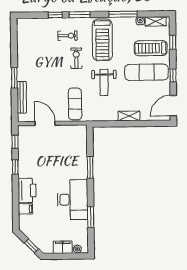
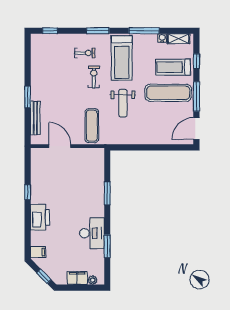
window: (55, 15) -> (50, 31), moved
window: (173, 75) -> (196, 96), width x2.17
shelving: (129, 116) -> (149, 139), removed
window: (15, 142) -> (28, 165), removed
desk: (73, 200) -> (92, 233), width x0.73, depth x0.77
filing cabinet: (26, 209) -> (38, 252), moved

